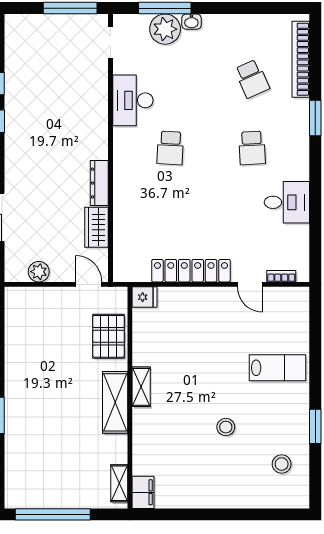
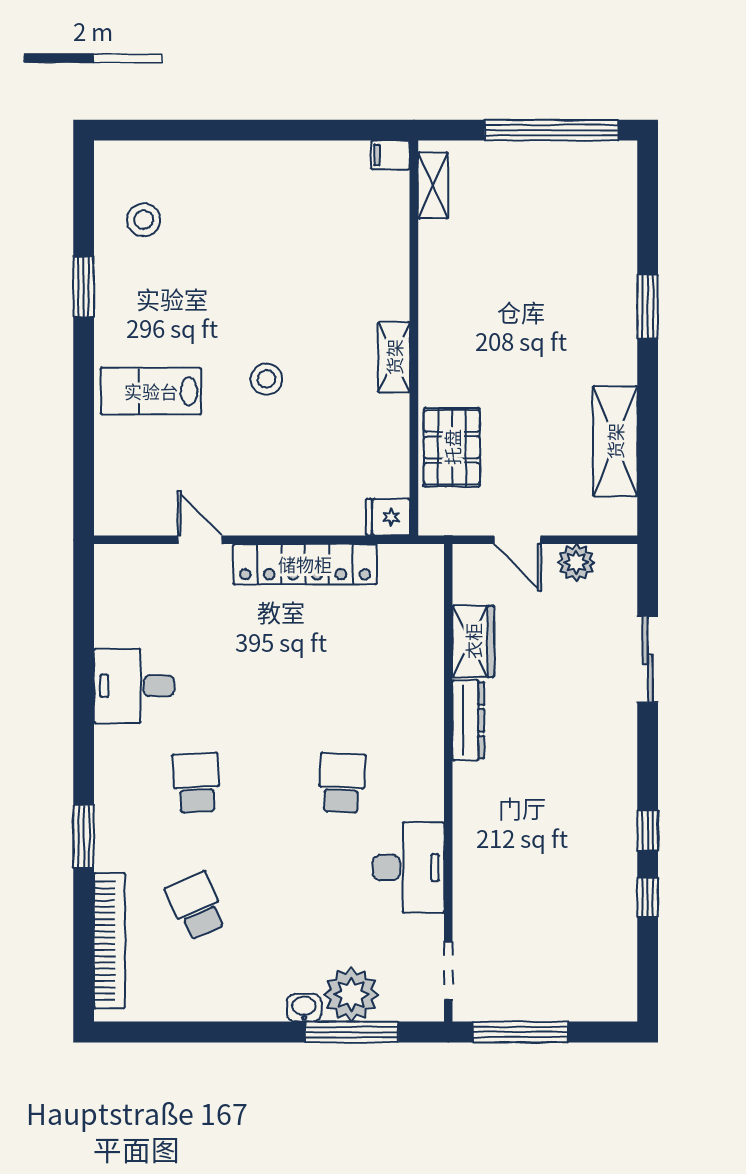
bookcase: (281, 276) -> (144, 554), removed
door: (89, 284) -> (517, 540), moved
shelving: (115, 402) -> (615, 441), moved
stool: (226, 427) -> (266, 379), moved
filing cabinet: (143, 492) -> (390, 155), width x0.50

